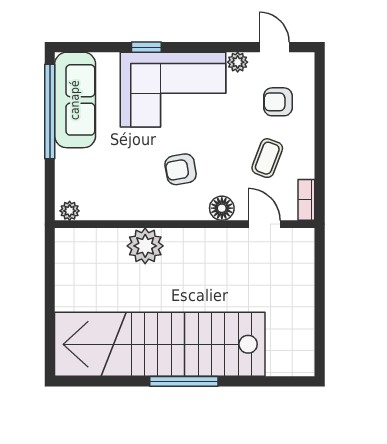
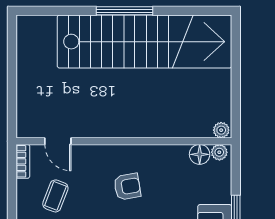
floor lamp: (222, 208) -> (200, 154), moved
plant: (145, 246) -> (221, 130), moved, width x0.53, depth x0.53

